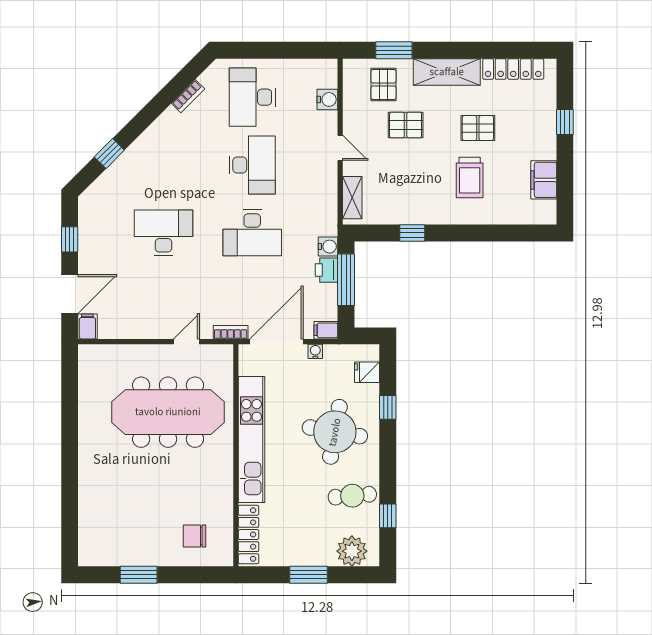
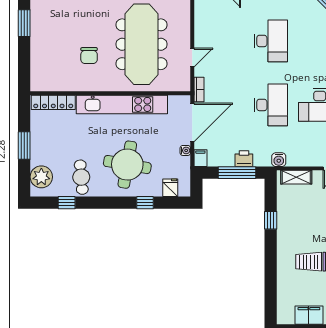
desk: (252, 233) -> (271, 105), turned 180
water cooler: (328, 247) -> (279, 160), moved
door: (186, 342) -> (192, 57), hinge flipped
door: (276, 342) -> (192, 122), hinge flipped
chair: (194, 536) -> (89, 56), moved, turned 180

